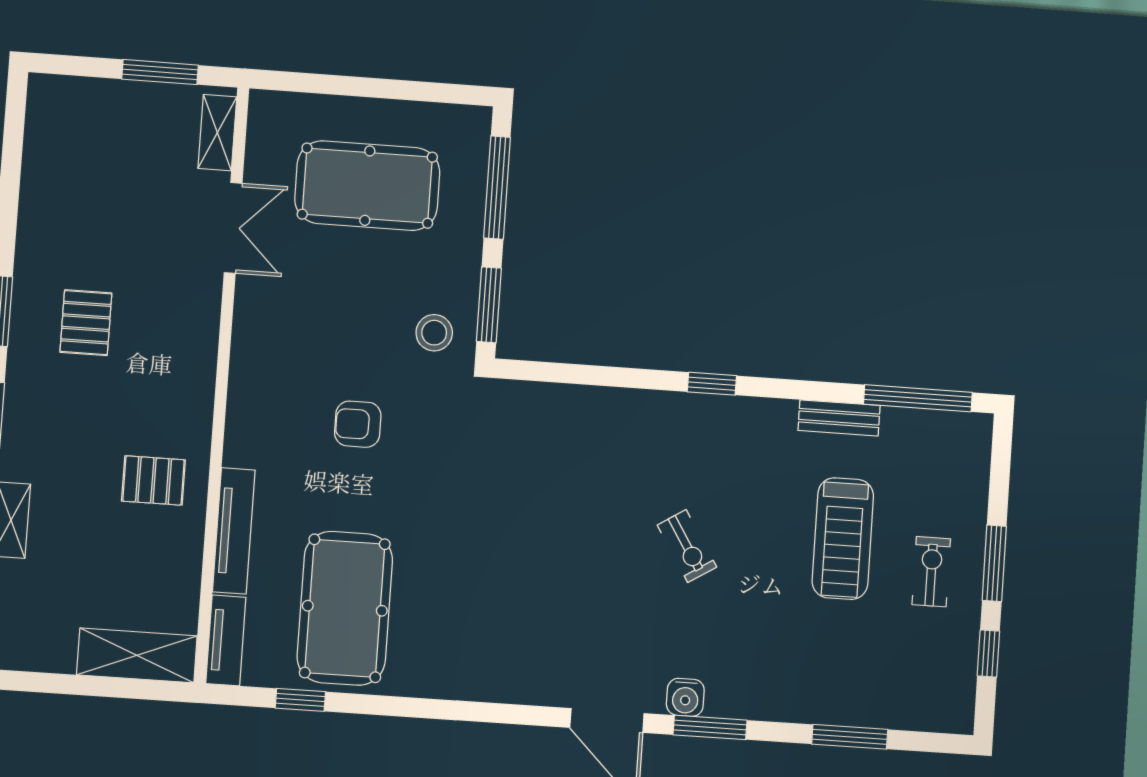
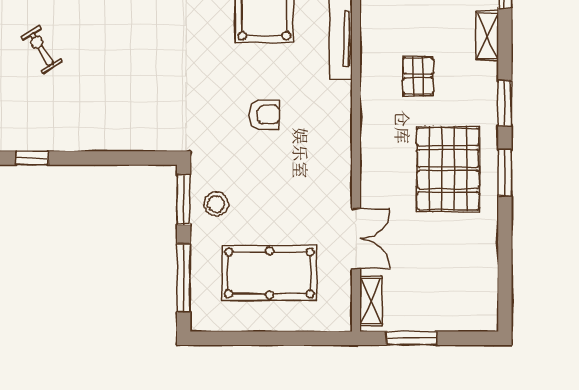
double door: (233, 228) -> (356, 238), swing flipped
pallet: (86, 323) -> (448, 169), width x2.05, depth x2.00
stool: (434, 333) -> (216, 204), moved
pallet: (153, 480) -> (418, 76), moved, turned 90

